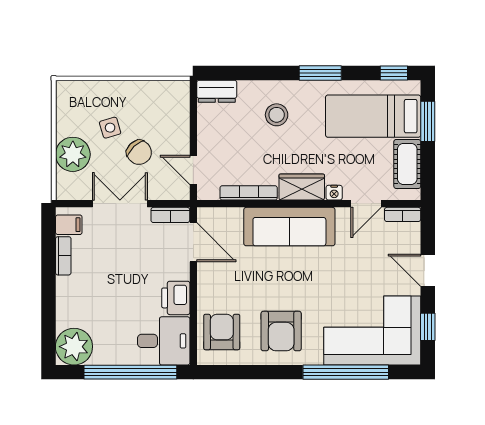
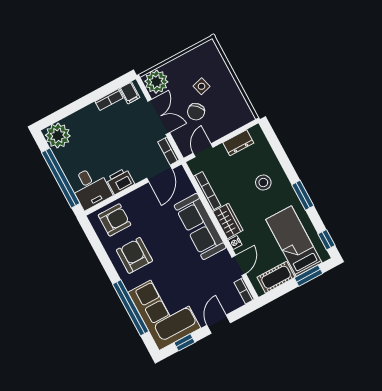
dresser: (217, 91) -> (238, 143), moved, turned -90
plant: (73, 154) -> (156, 82), moved
door: (366, 204) -> (239, 265), swing flipped
armchair: (281, 331) -> (134, 255), turned 90

